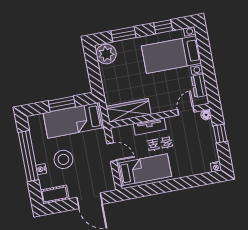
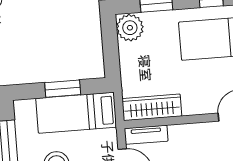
tv unit: (150, 126) -> (146, 135), moved

